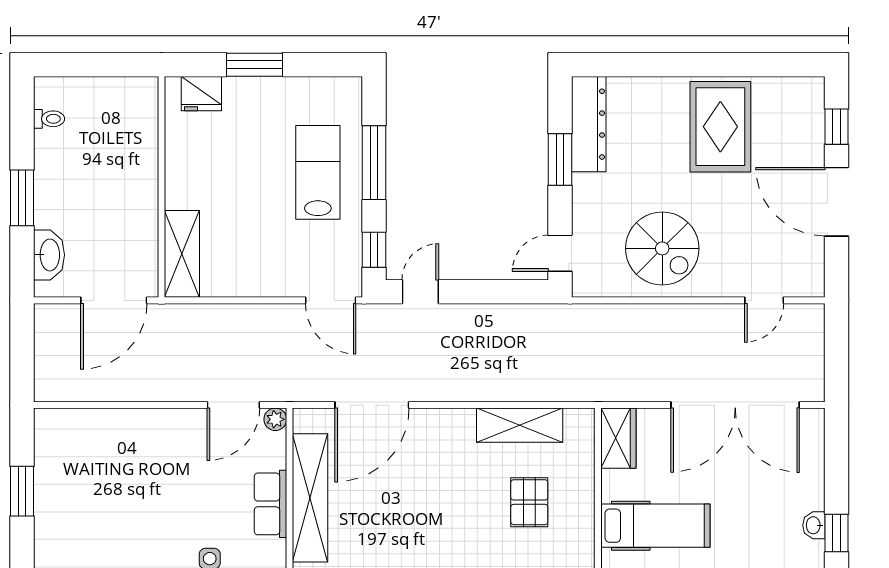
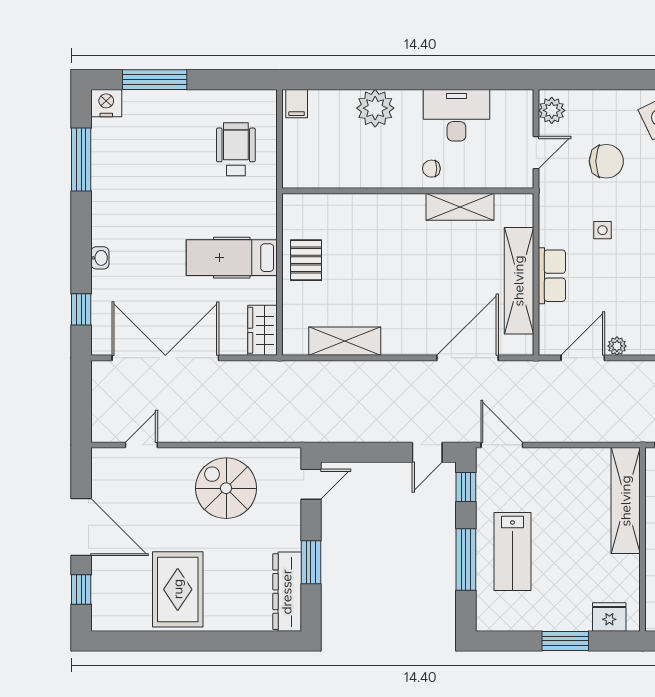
shelving: (182, 254) -> (626, 501), width x1.47
plant: (275, 419) -> (617, 346), moved
pallet: (529, 502) -> (306, 260), moved
window: (836, 533) -> (81, 309), moved

